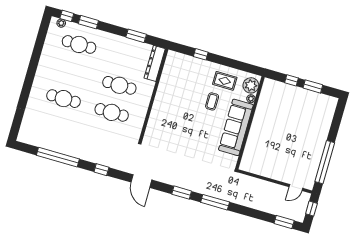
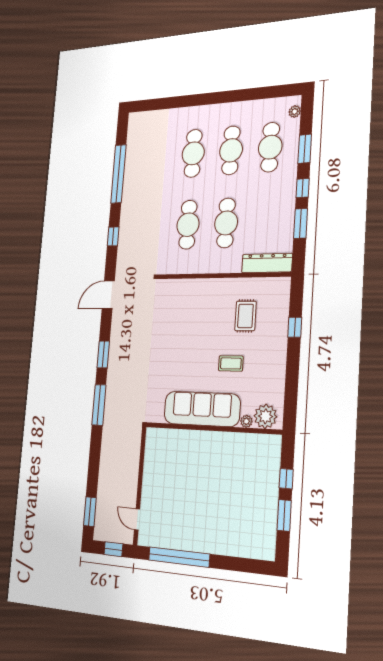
window: (67, 16) -> (303, 188), moved
cafe table: (71, 72) -> (231, 150), added
rug: (225, 81) -> (245, 316), moved

